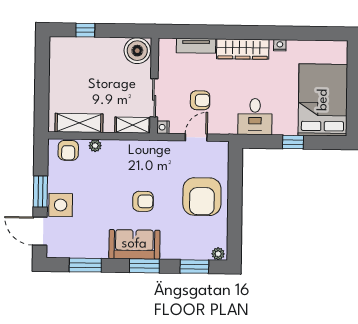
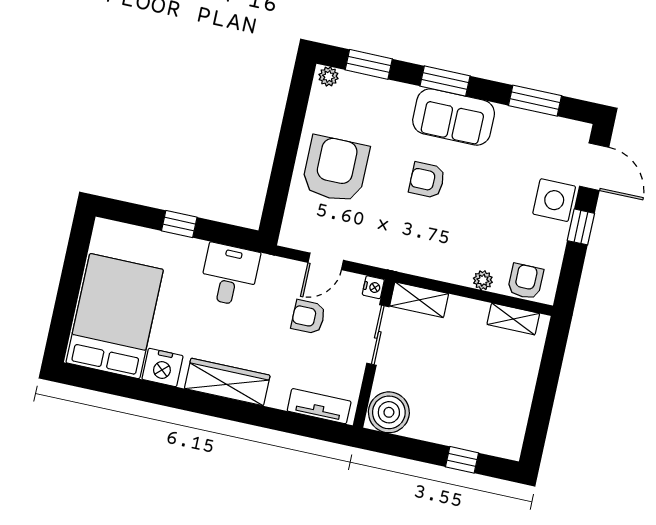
nightstand: (280, 45) -> (163, 368), width x1.89, depth x1.79
tv unit: (196, 46) -> (319, 406), moved
bed: (323, 100) -> (115, 316), moved, turned 180
shelving: (79, 123) -> (513, 319), width x0.67, depth x0.75
window: (40, 192) -> (581, 227), width x0.67

